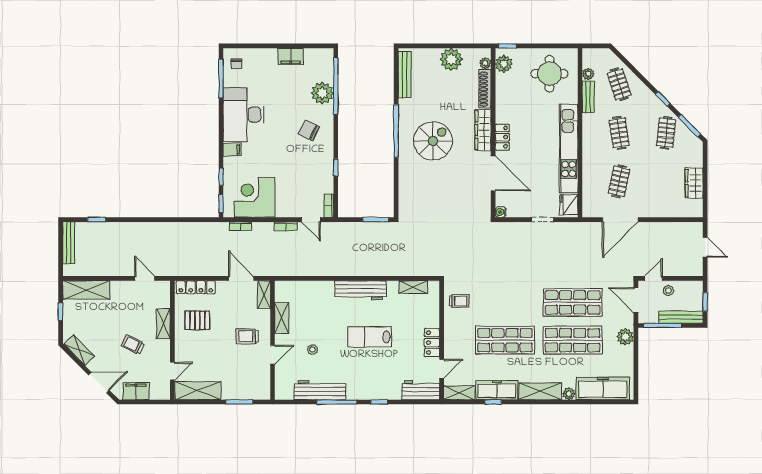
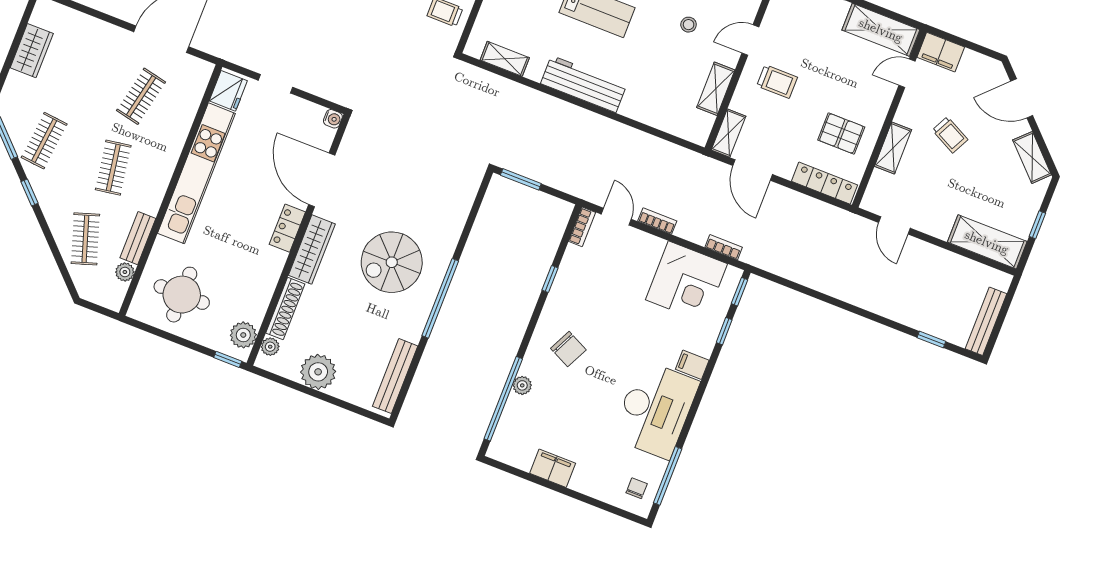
plant: (322, 93) -> (522, 385), width x0.53, depth x0.53
filing cabinet: (136, 391) -> (941, 52), moved

